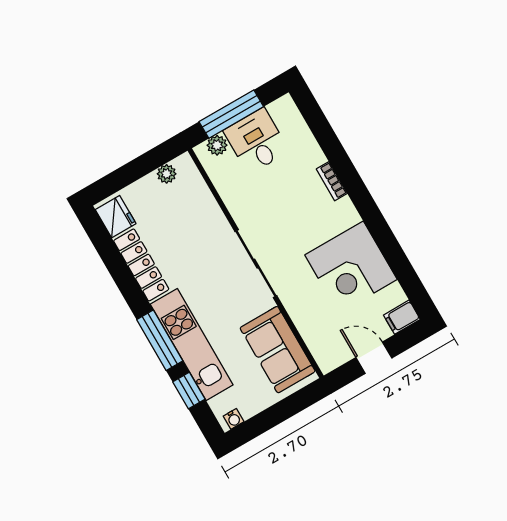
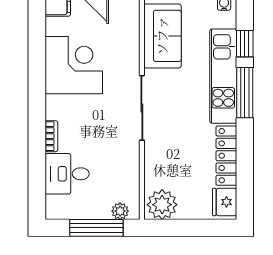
desk: (256, 141) -> (67, 174), moved, turned 90
plant: (167, 174) -> (162, 205), width x1.88, depth x1.88

